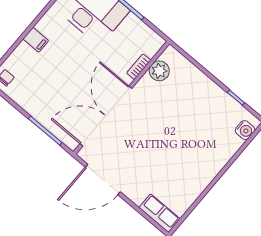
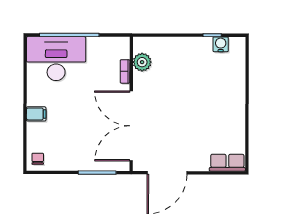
water cooler: (245, 130) -> (221, 44), moved, turned -90

